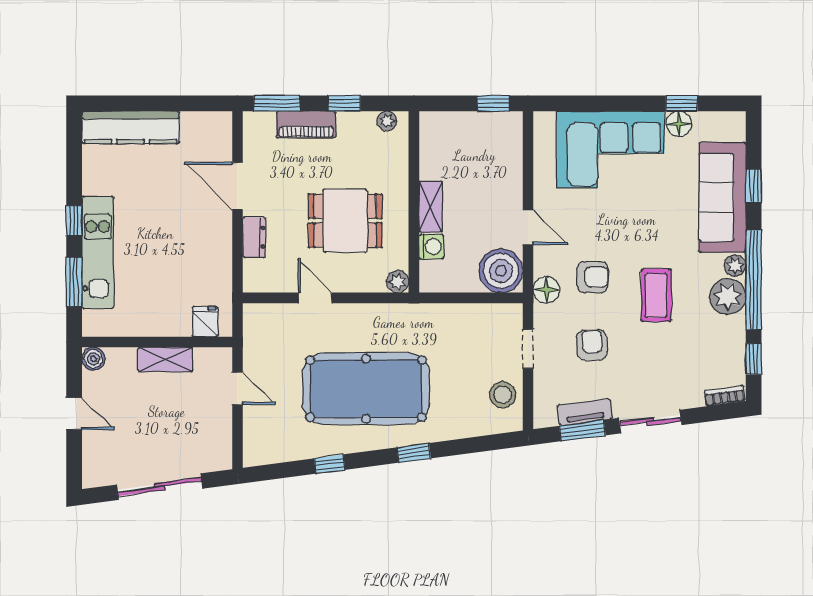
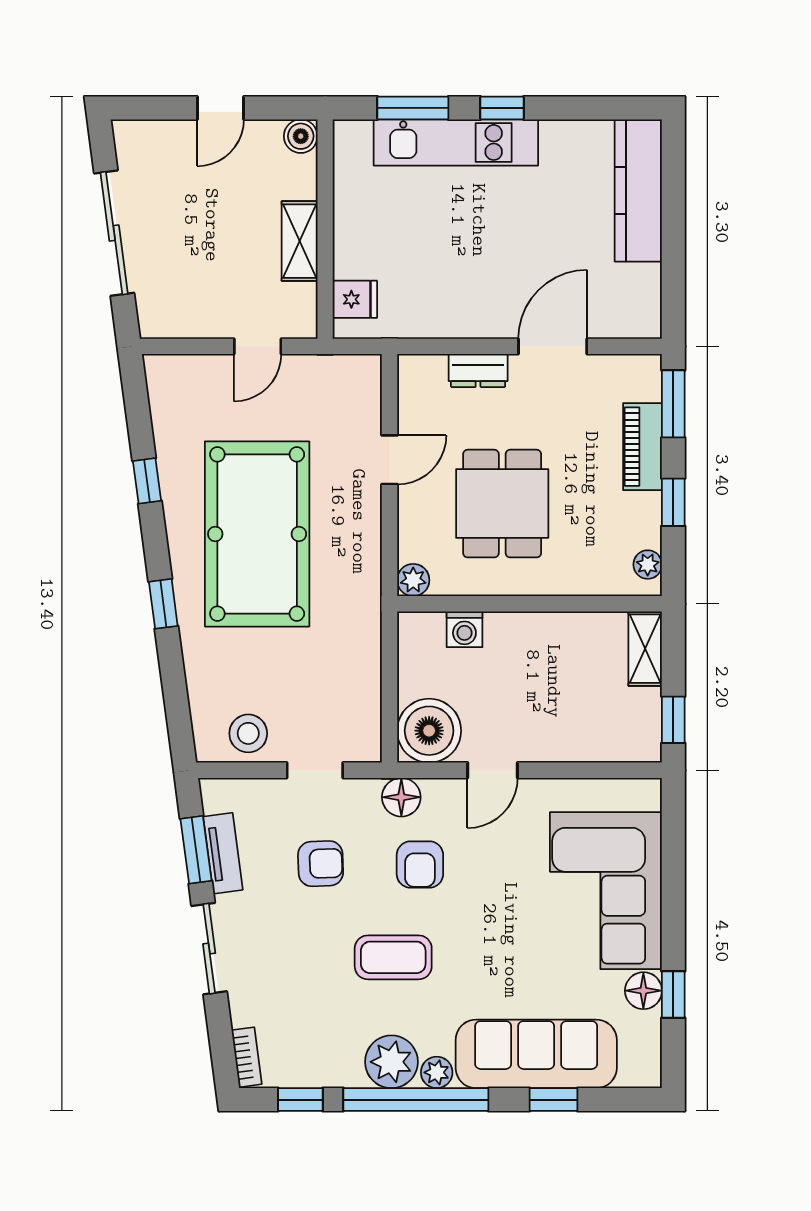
shelving: (431, 207) -> (645, 649), moved, turned 90

